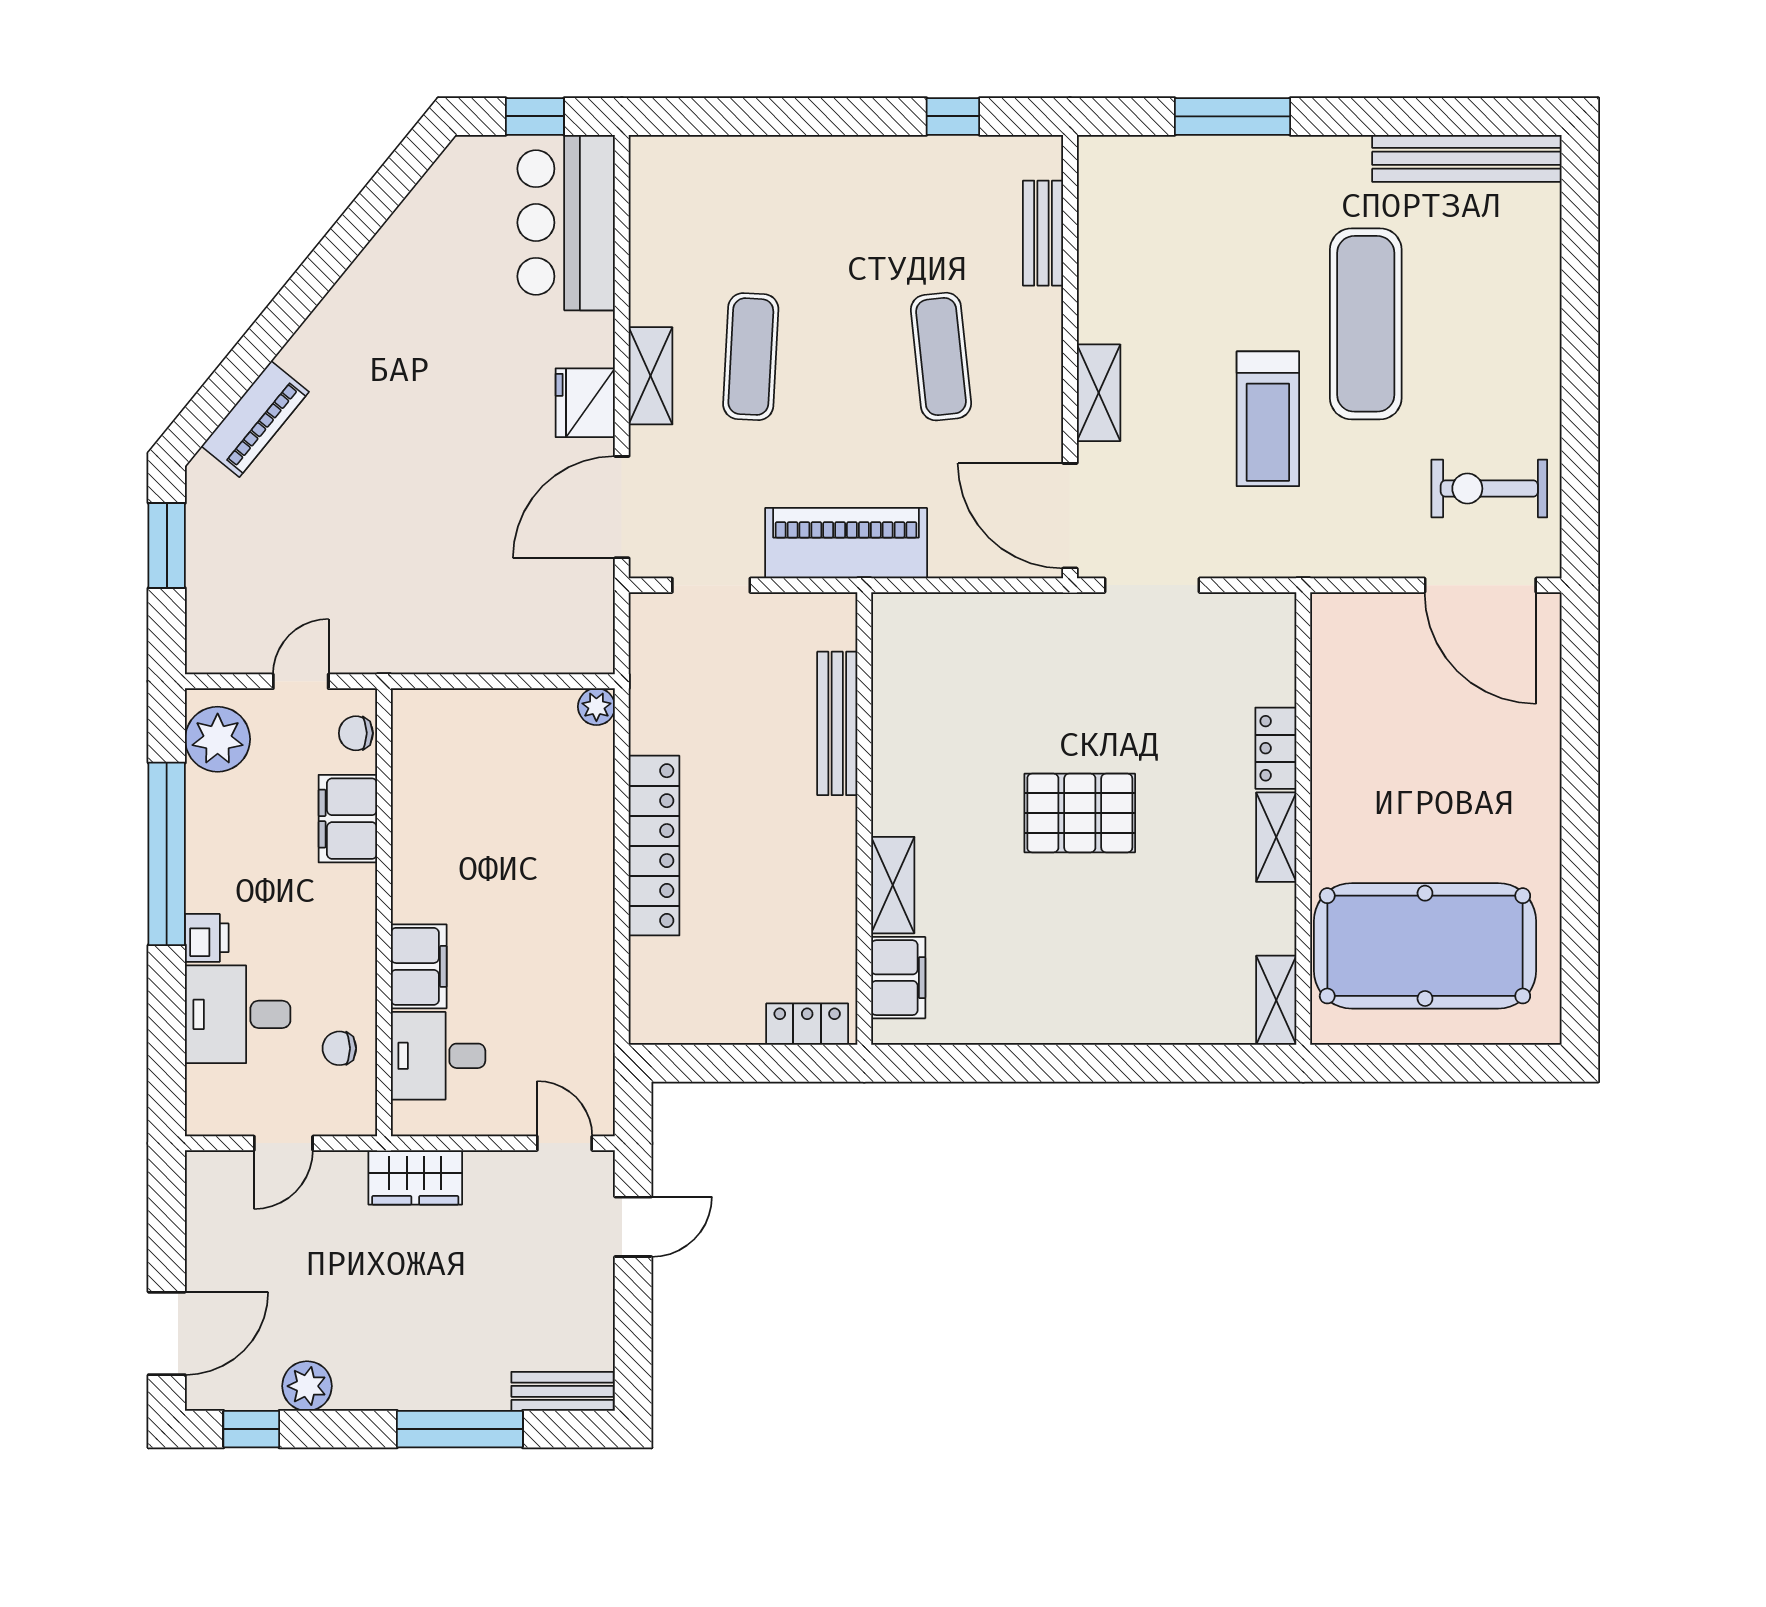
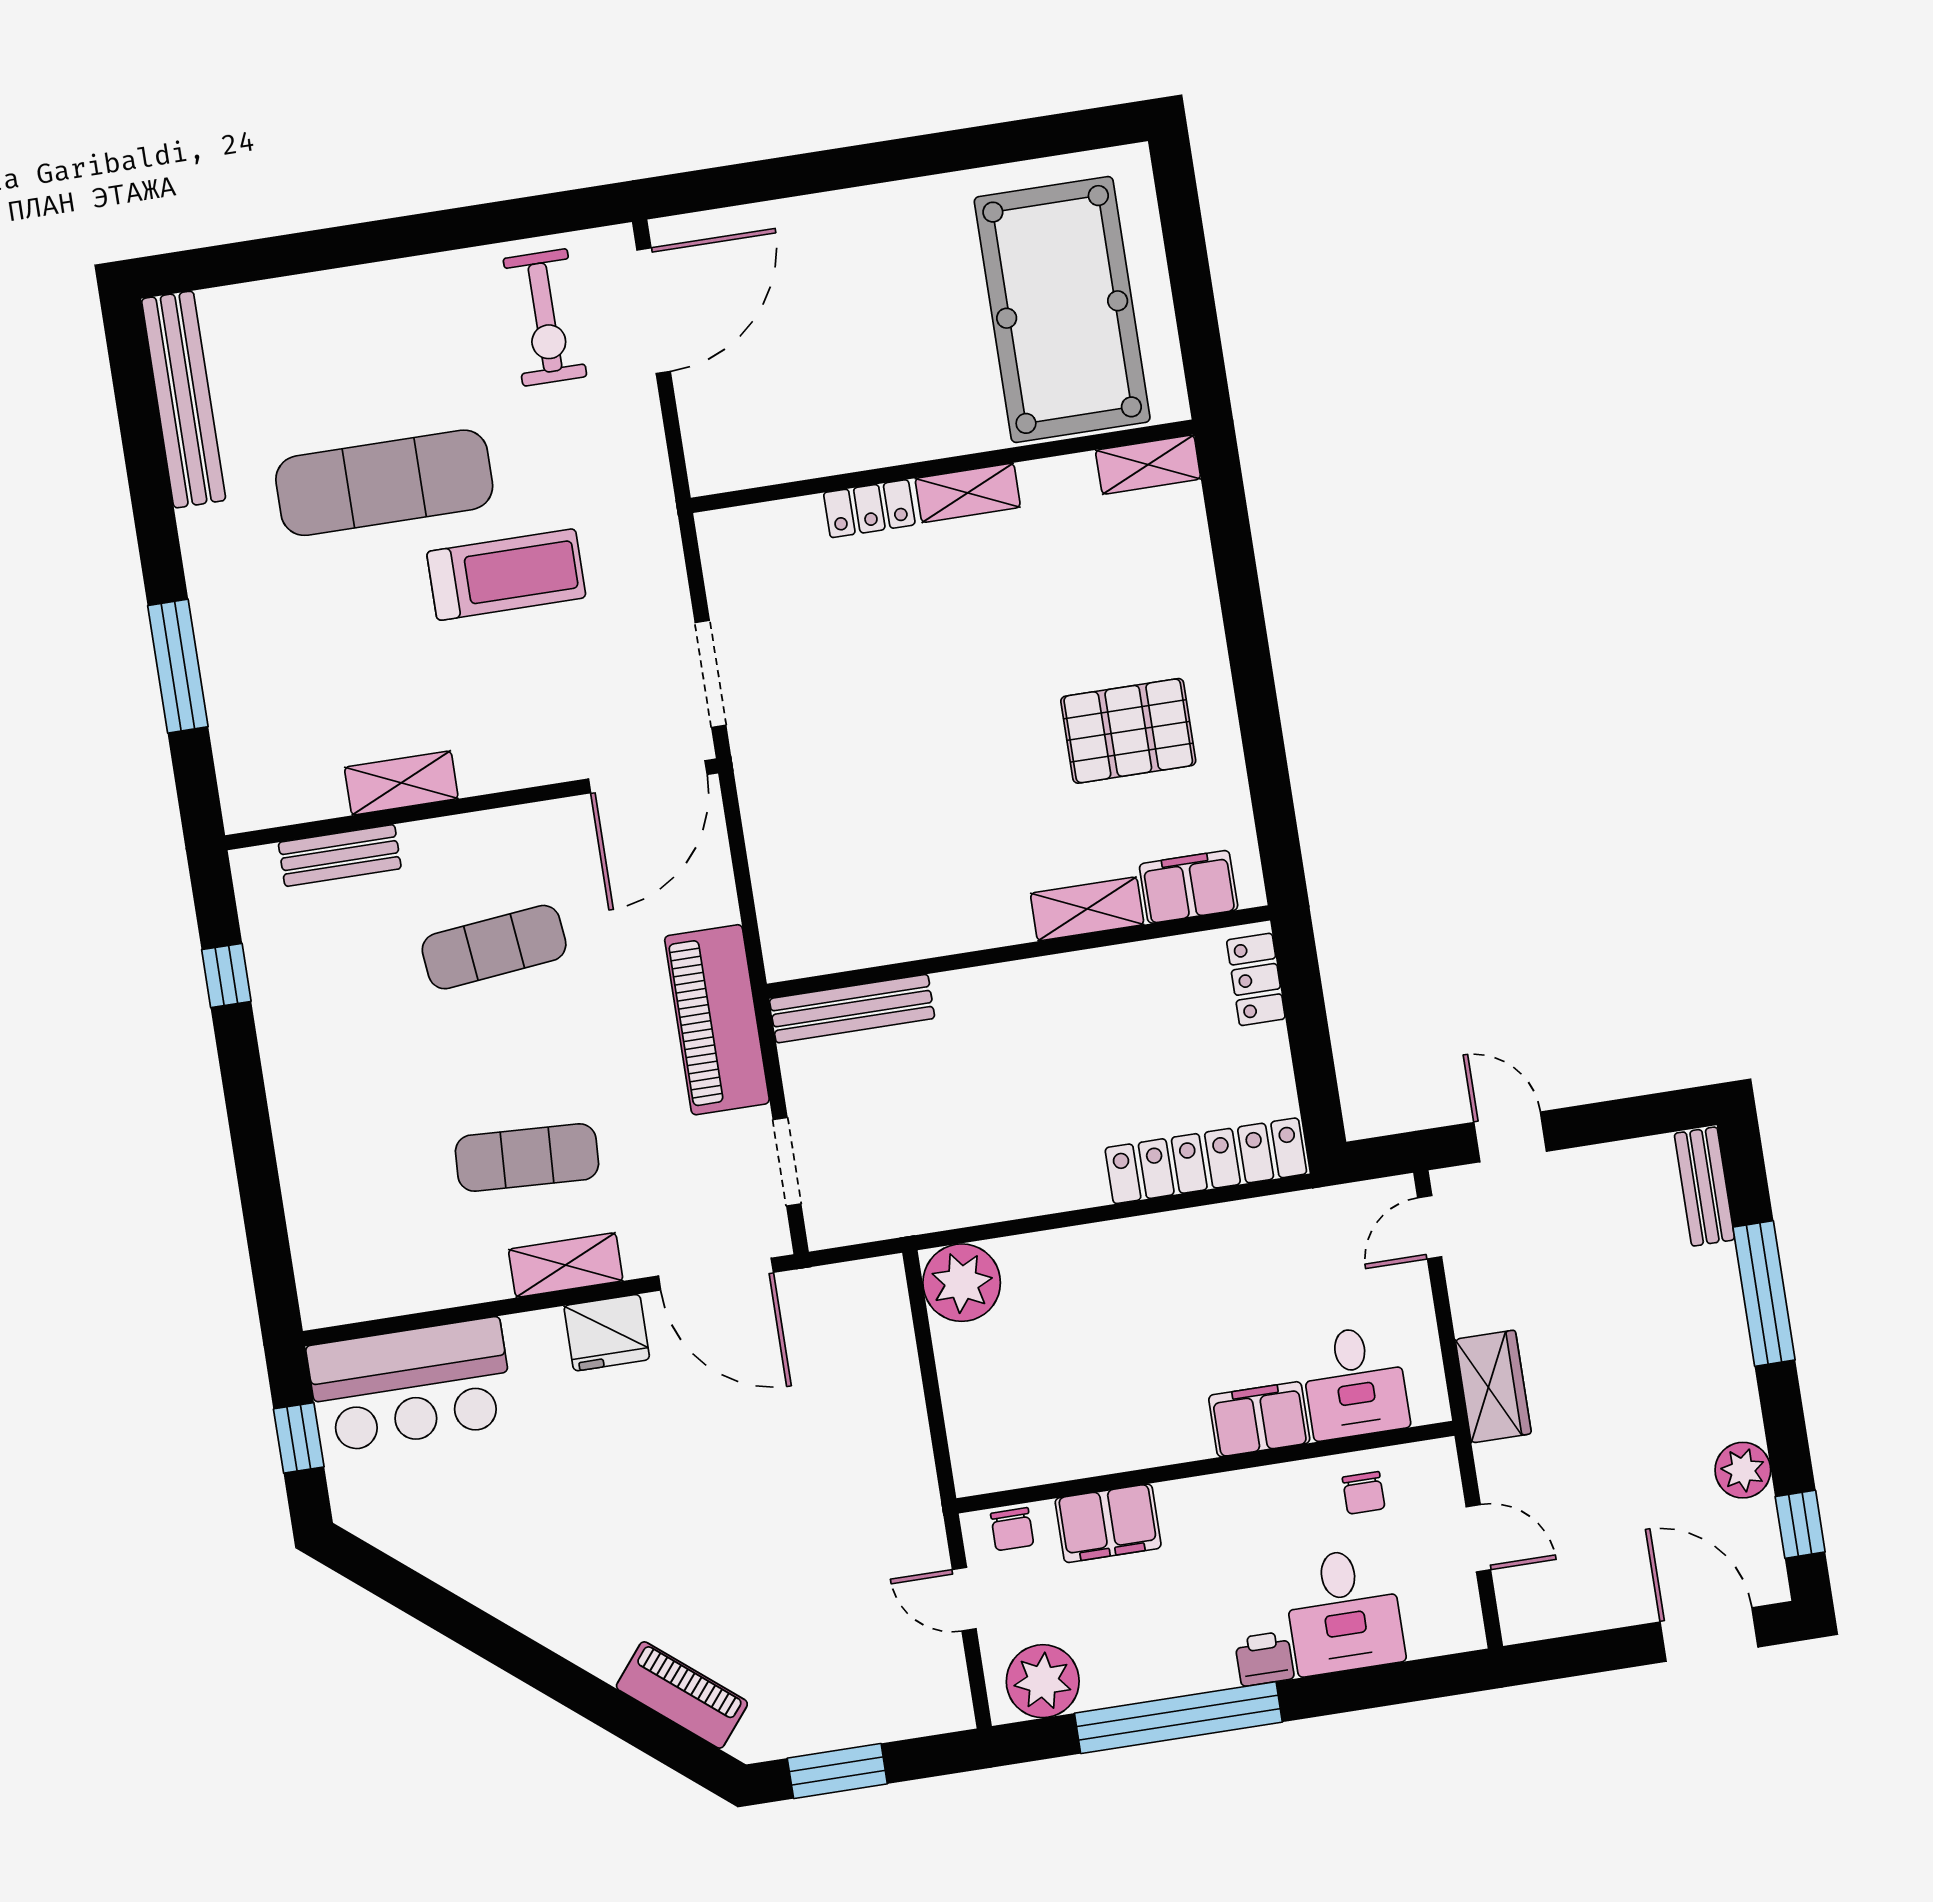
shelving: (1099, 393) -> (401, 783), moved
plant: (596, 707) -> (962, 1283), width x1.88, depth x1.88
bench: (837, 723) -> (852, 1009), moved
pallet: (1080, 813) -> (1128, 731), moved, turned 90
locker: (654, 846) -> (1206, 1161), moved

